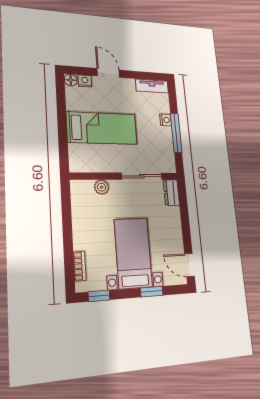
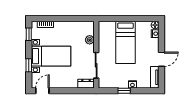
door: (108, 73) -> (161, 59), moved
window: (176, 133) -> (124, 91), width x0.46

